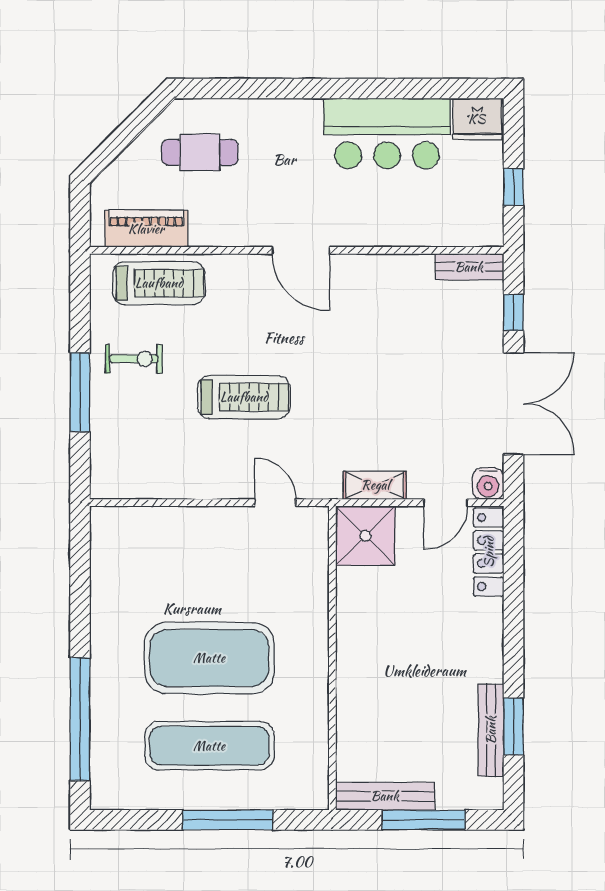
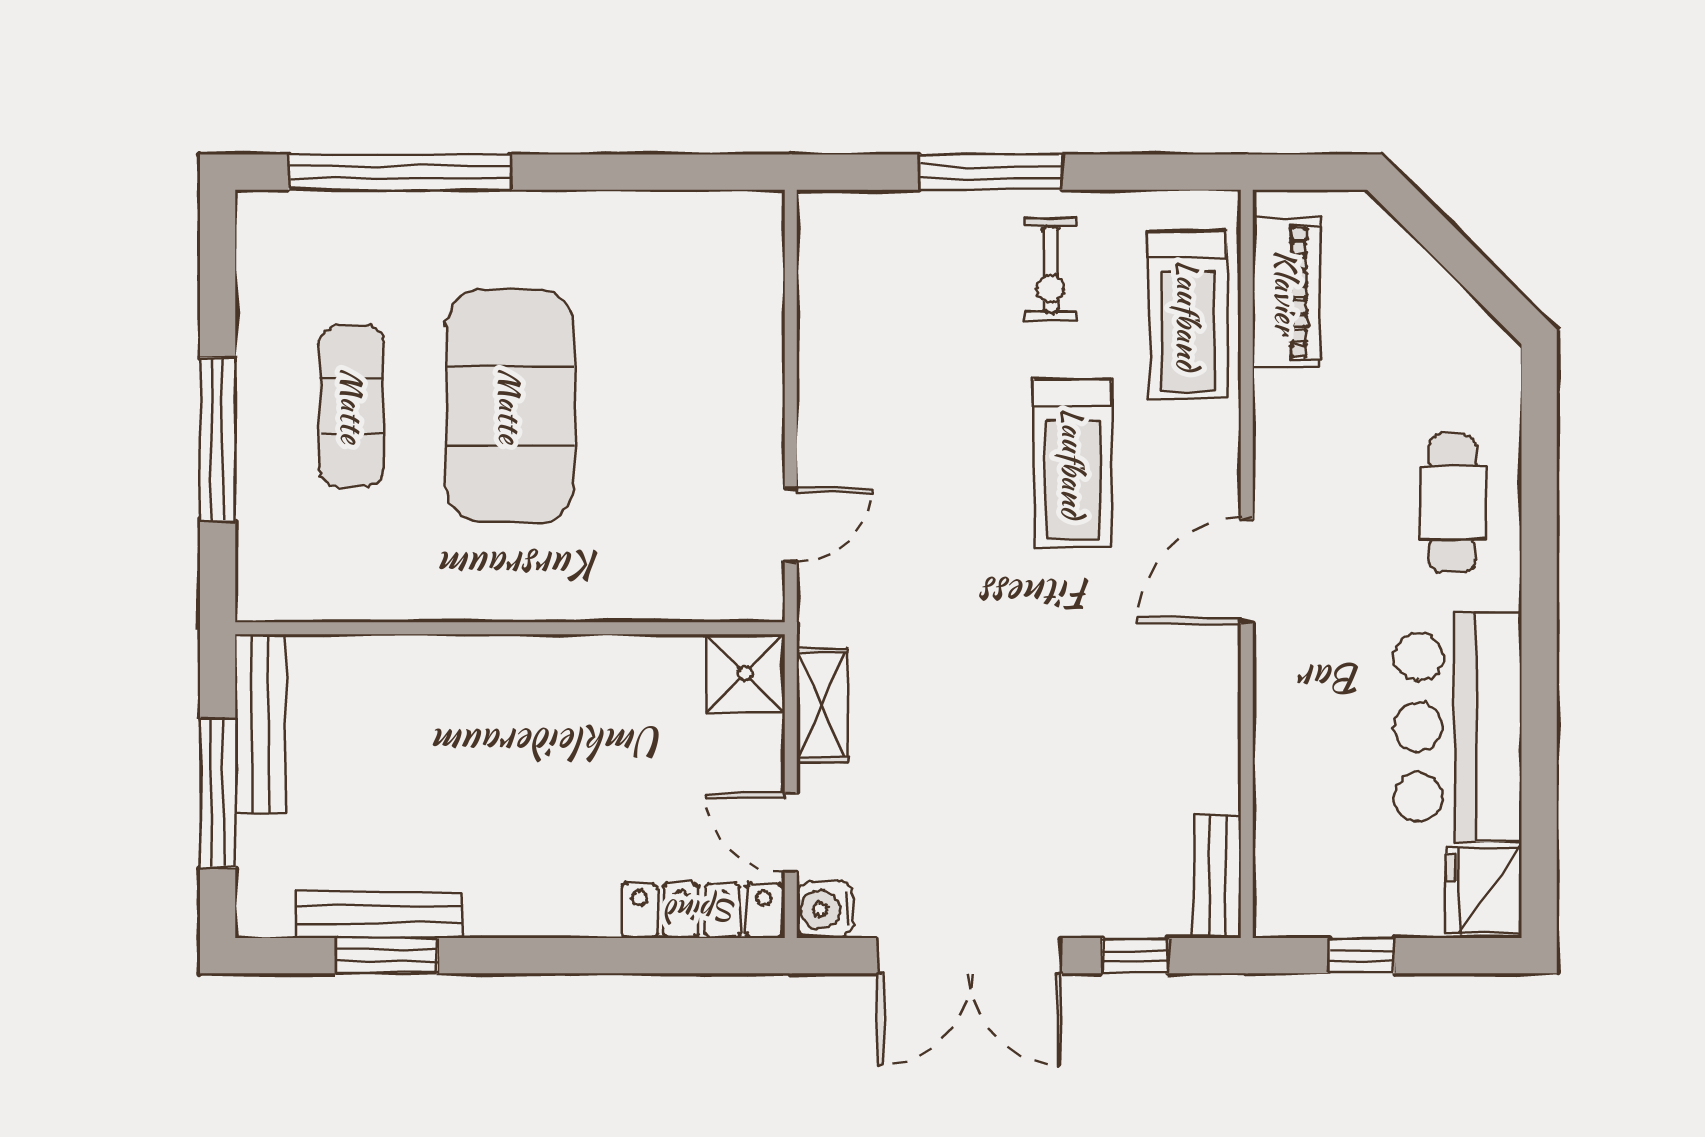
cafe table: (200, 152) -> (1452, 503), moved
treadmill: (244, 397) -> (1073, 463), moved
shower: (365, 536) -> (745, 674), width x0.73, depth x0.73
exercise mat: (209, 746) -> (352, 406), width x0.73, depth x0.69

